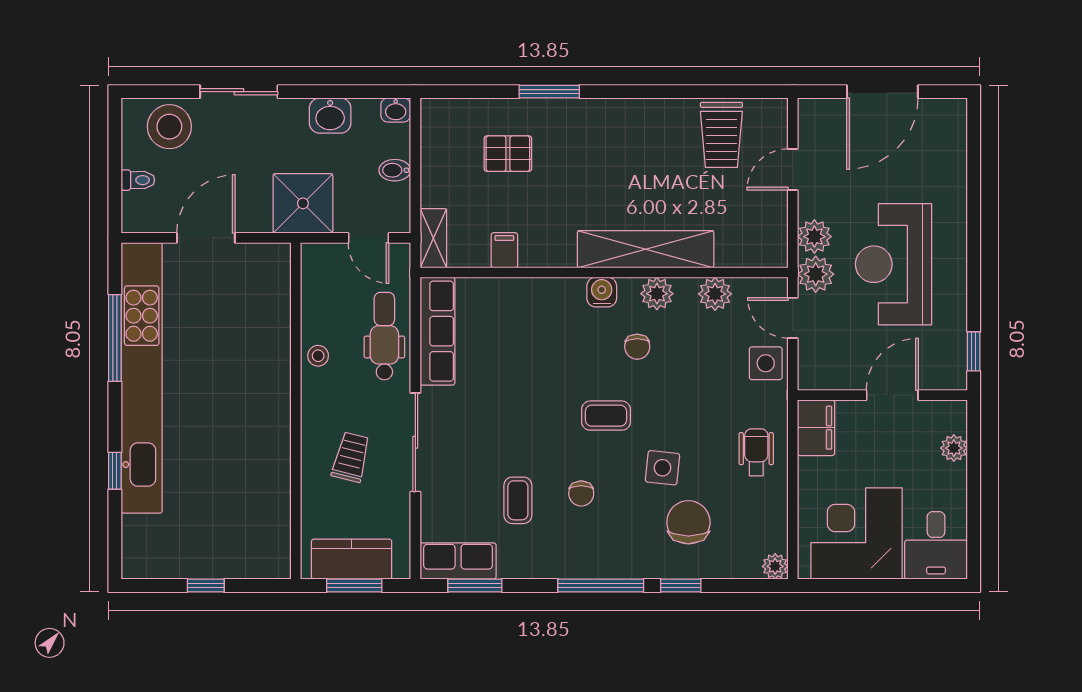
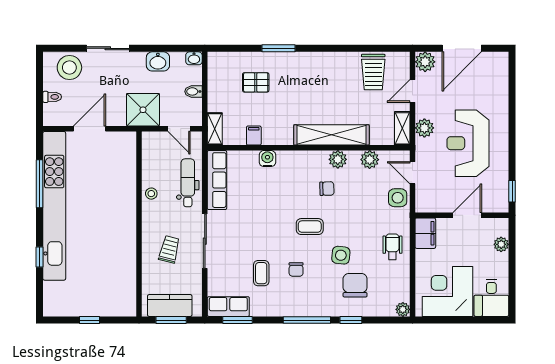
shelving: (774, 237) -> (402, 128), added
plant: (816, 274) -> (425, 62), moved
water cooler: (602, 292) -> (267, 159), moved
chair: (637, 347) -> (327, 189), turned -92

